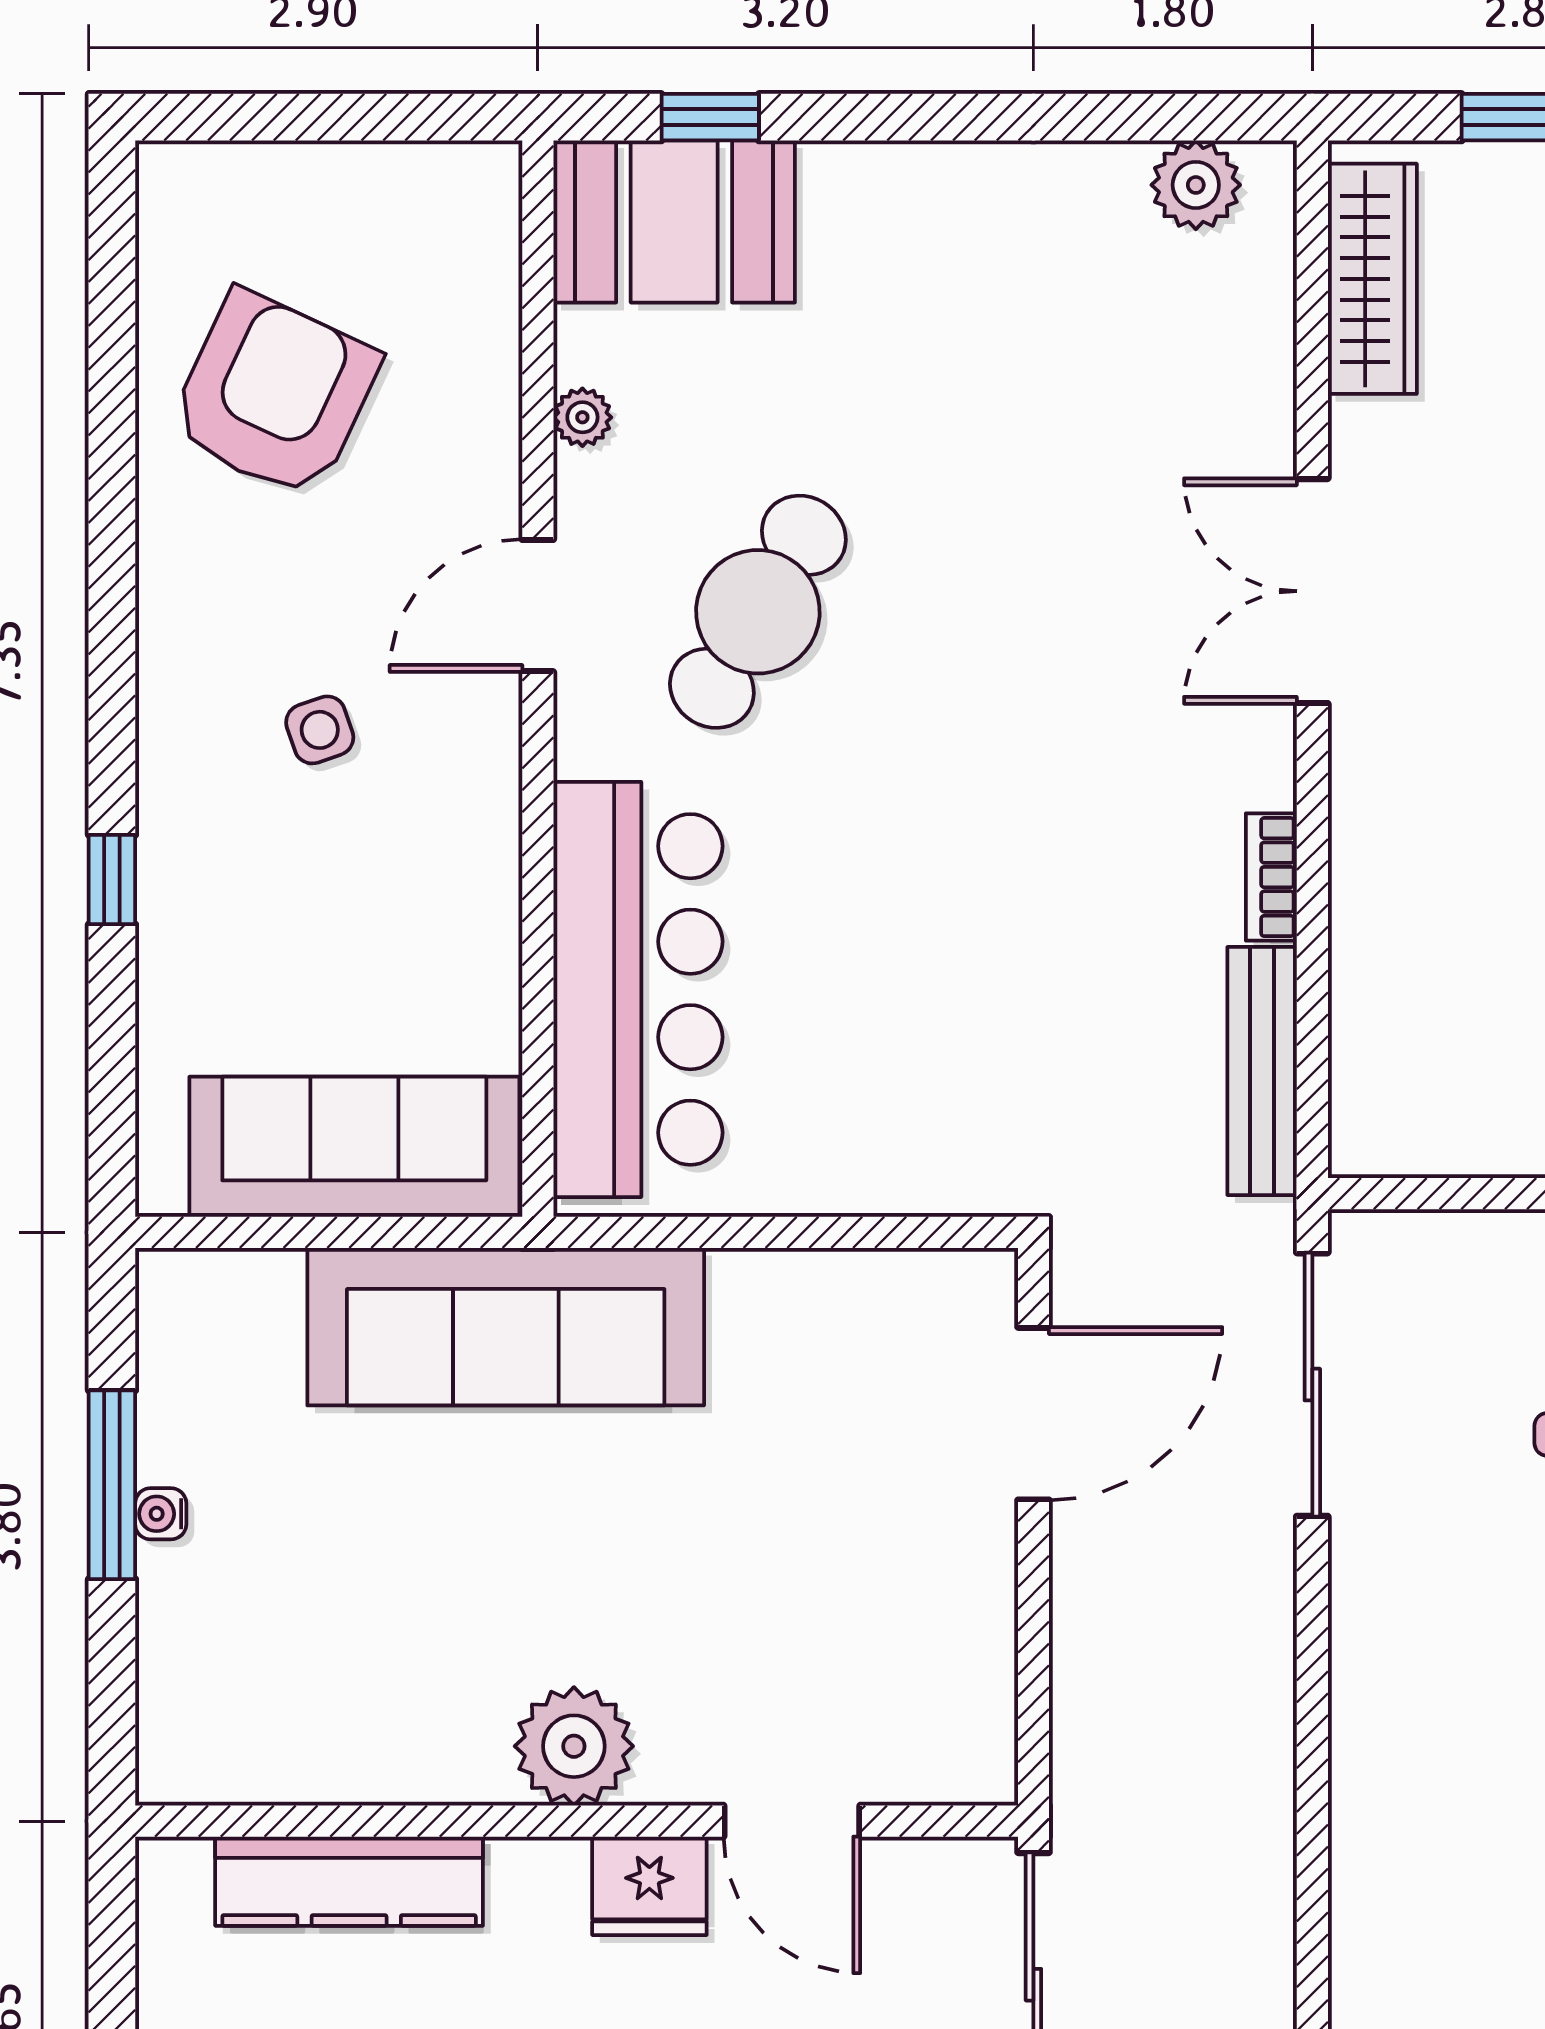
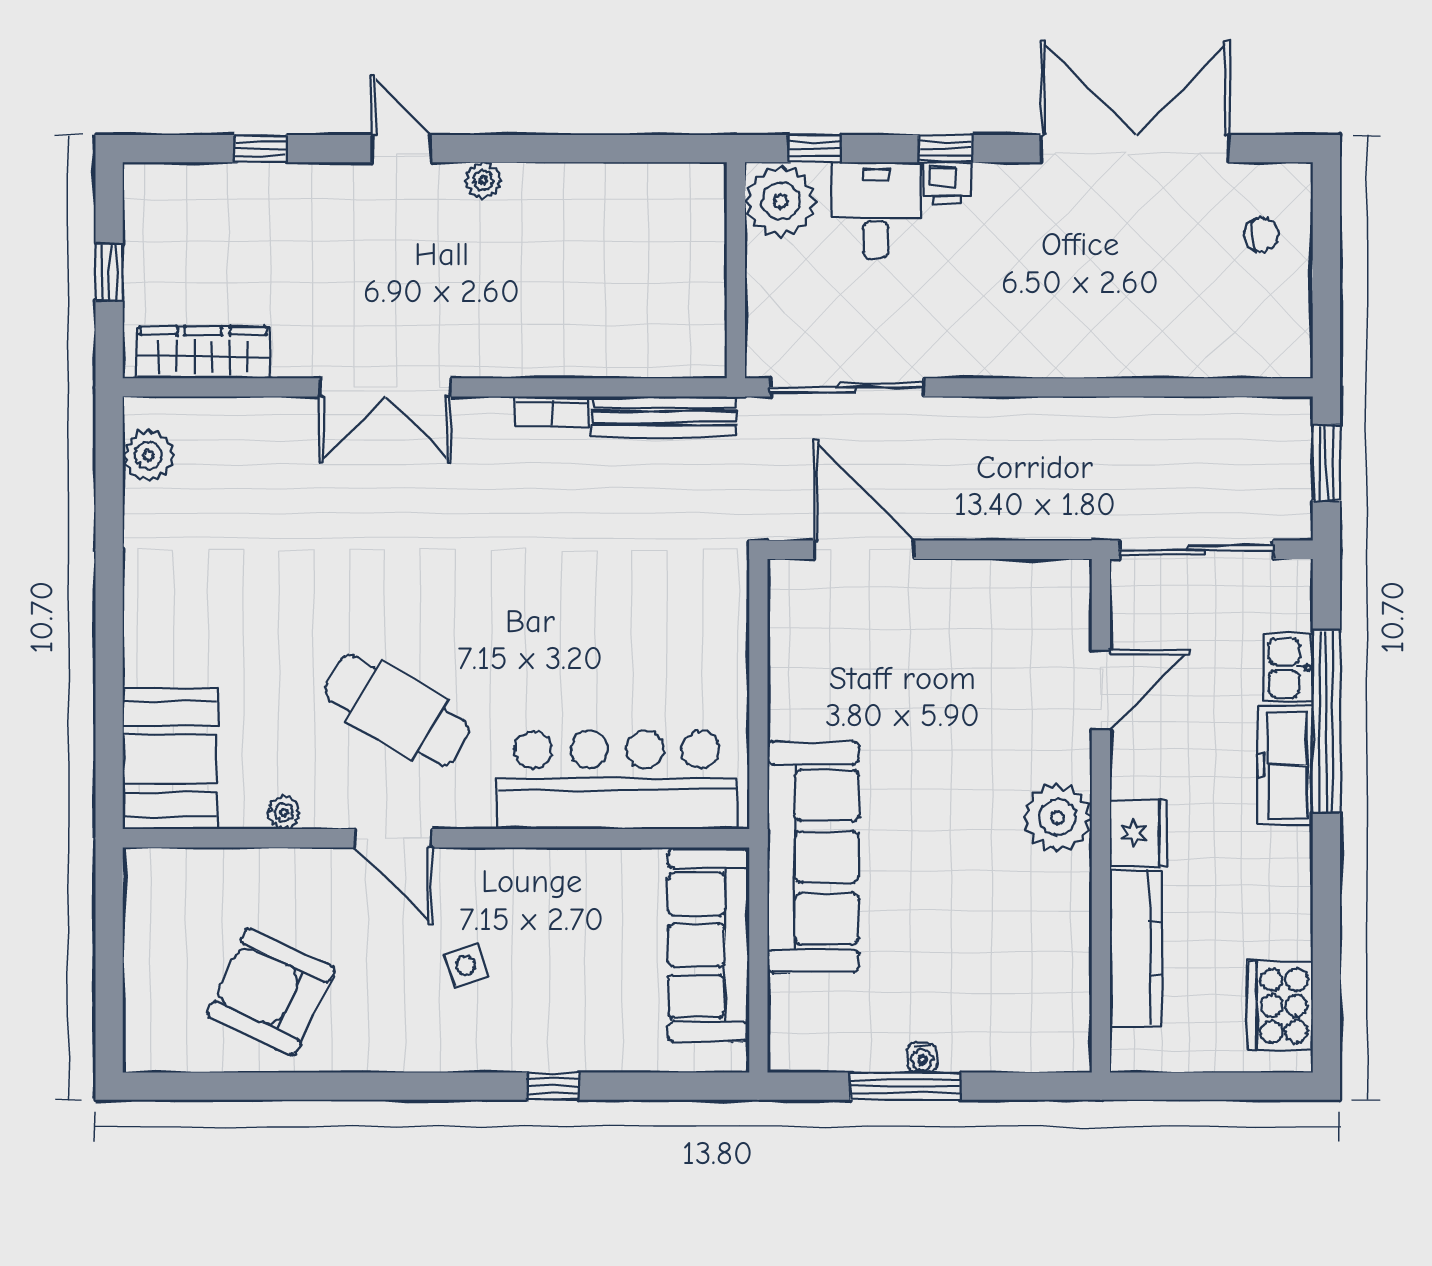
window: (710, 117) -> (109, 738), removed
fridge: (649, 1886) -> (1139, 833), moved

